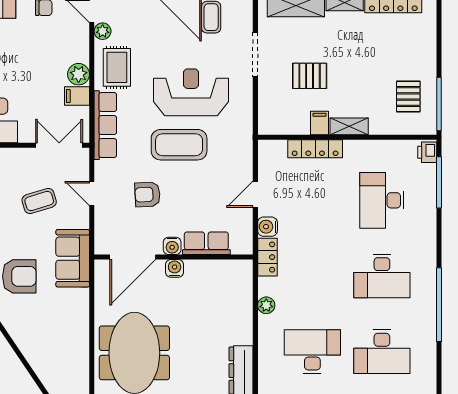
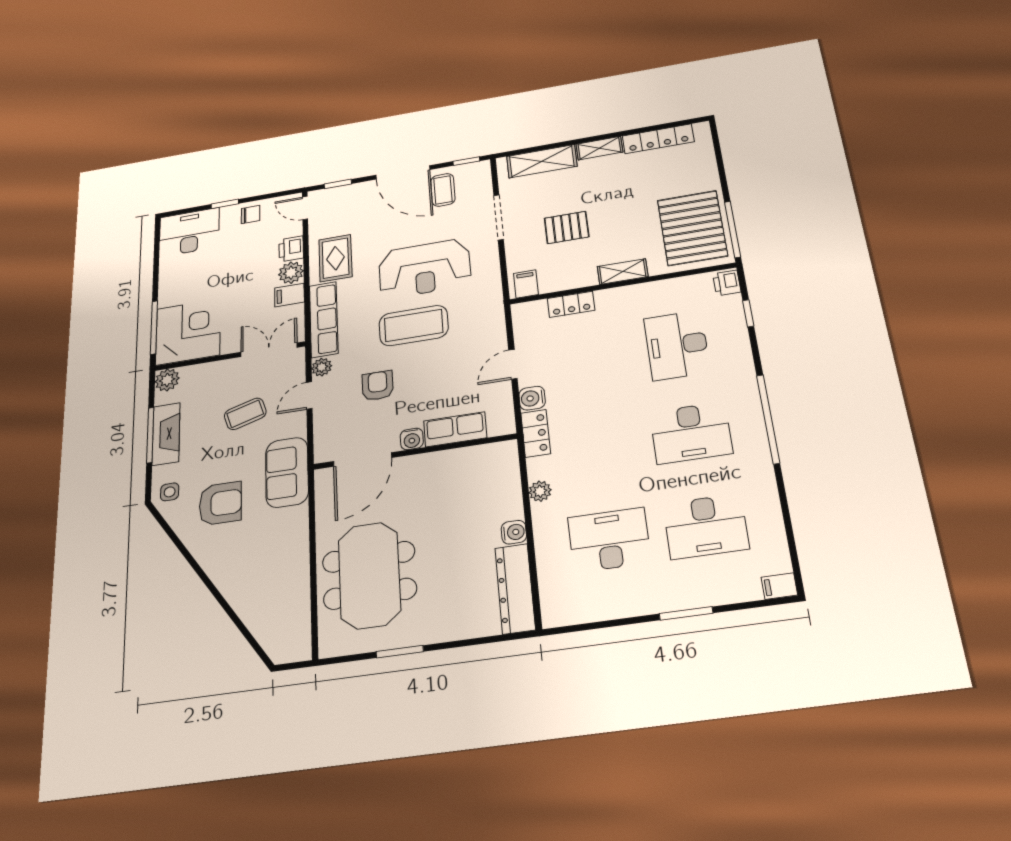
plant: (103, 31) -> (322, 367), moved
printer: (79, 50) -> (291, 249), added
reception desk: (191, 92) -> (424, 269), turned 180
pallet: (408, 96) -> (692, 228), width x2.05, depth x2.00
filing cabinet: (319, 123) -> (526, 284), moved
locker: (315, 149) -> (571, 304), width x0.66
window: (439, 182) -> (748, 313), width x0.46
door: (92, 193) -> (309, 395), hinge flipped
armchair: (147, 194) -> (378, 386), turned 93
water cooler: (175, 268) -> (514, 532), moved, turned 90
window: (439, 305) -> (768, 419), moved

